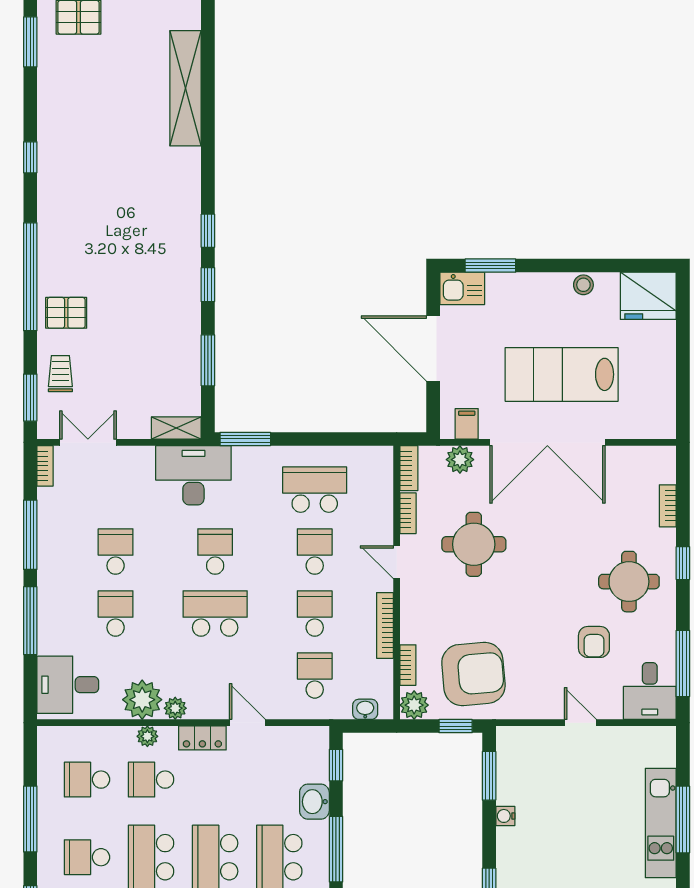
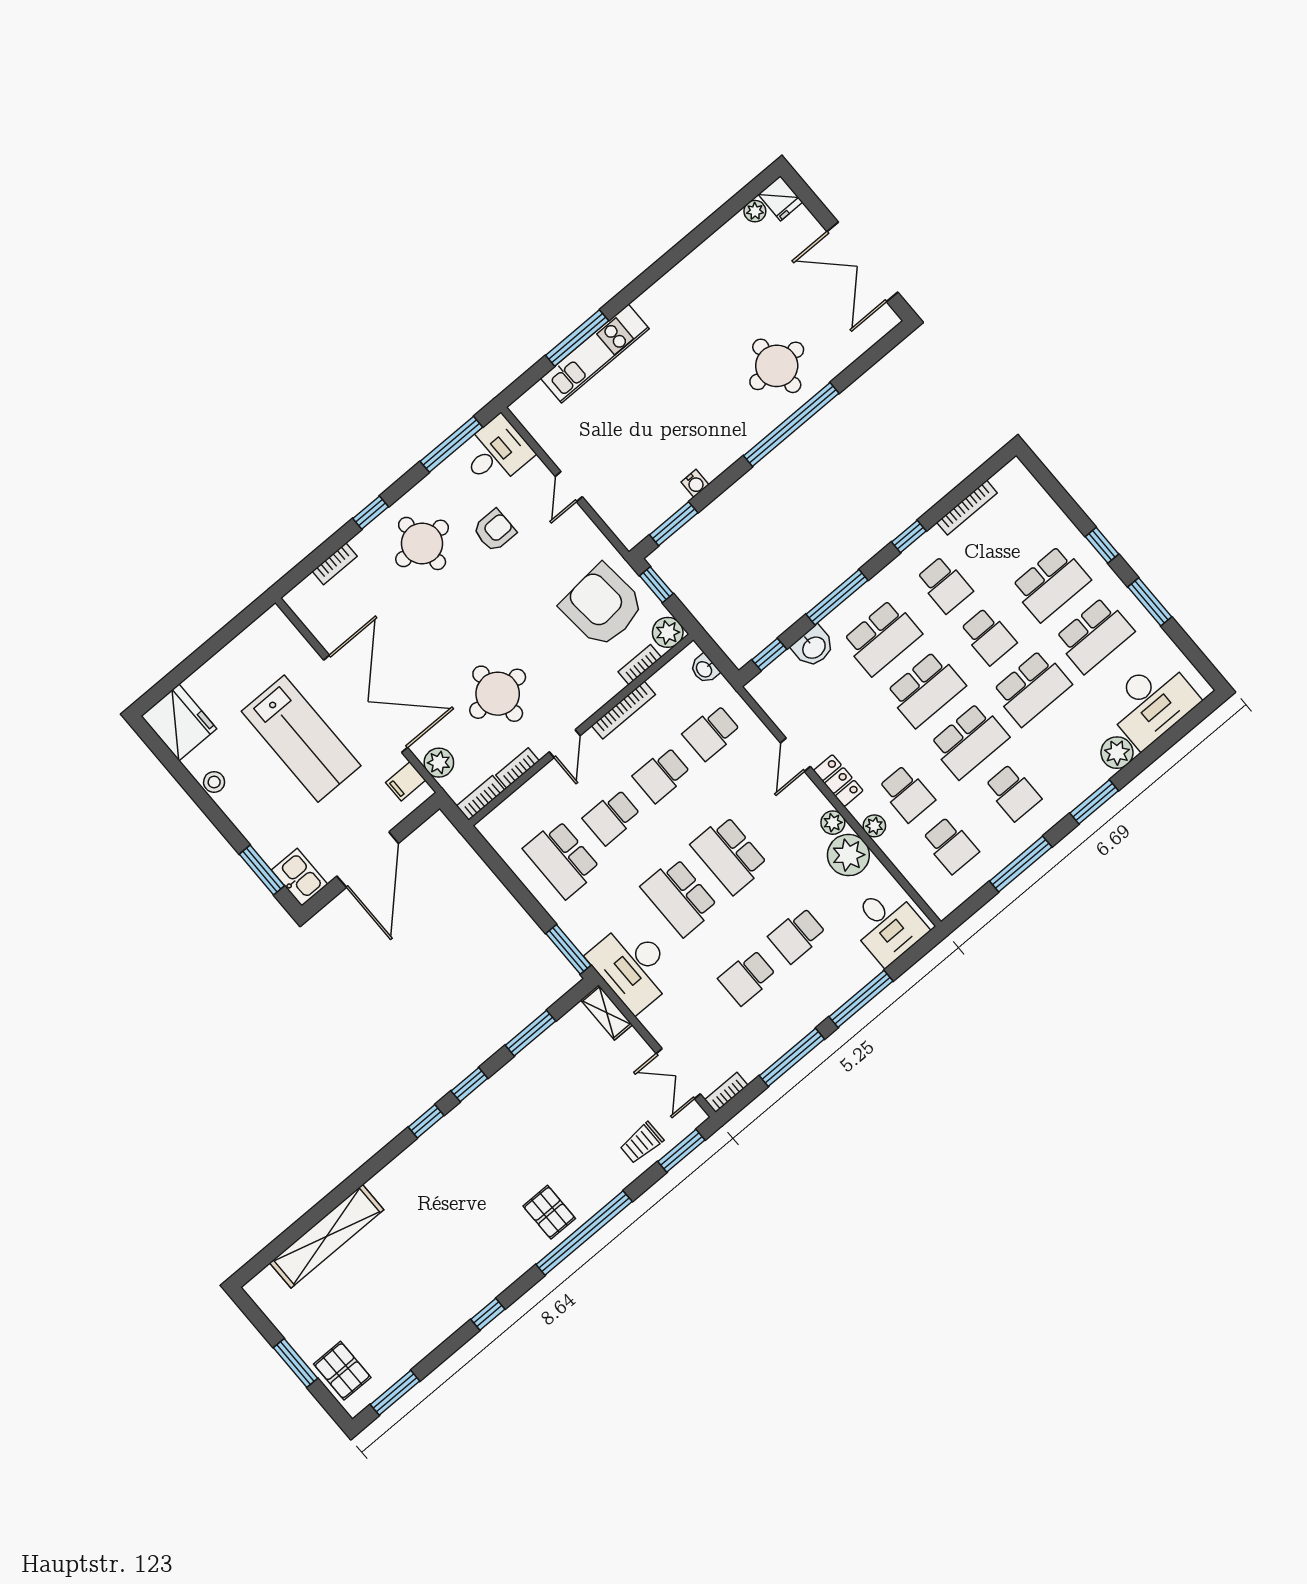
pallet: (66, 313) -> (549, 1212), moved
school desk: (215, 552) -> (680, 897), width x1.85

